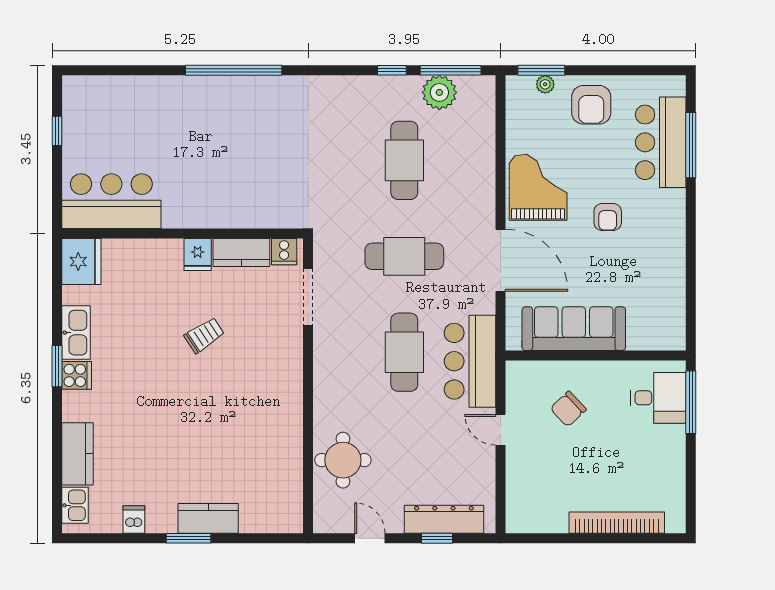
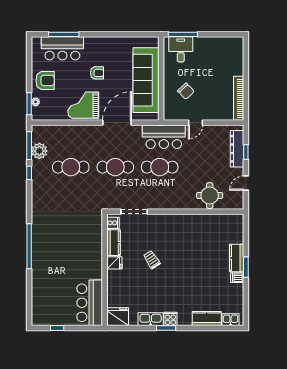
cafe table: (404, 256) -> (115, 167), turned 90
sofa: (574, 329) -> (146, 80), width x1.36, depth x1.27
dishwasher: (134, 519) -> (237, 278), moved
bookcase: (617, 523) -> (239, 98), moved

